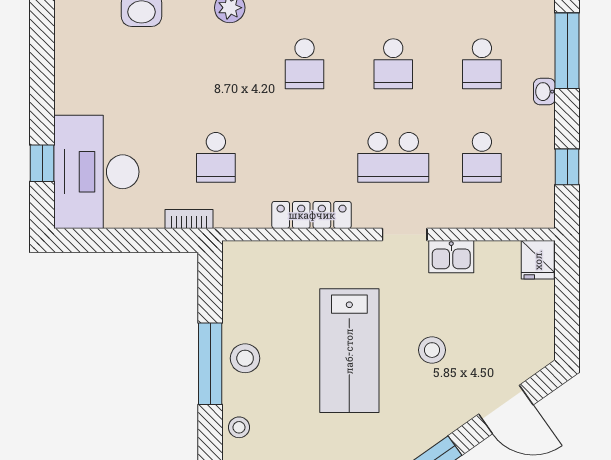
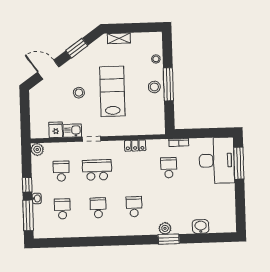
window: (42, 163) -> (239, 163), width x2.17
window: (567, 167) -> (27, 185), moved
plant: (540, 213) -> (37, 149), added
locker: (312, 215) -> (135, 146), width x0.66
fridge: (538, 260) -> (56, 130), moved

